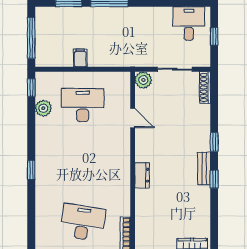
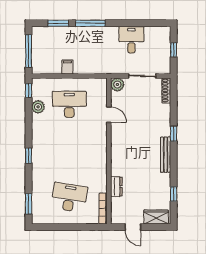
desk: (189, 23) -> (131, 40), moved
bench: (204, 169) -> (166, 155), width x1.36
dresser: (142, 175) -> (116, 187), moved
window: (214, 179) -> (174, 194), moved
window: (31, 230) -> (29, 204), added

